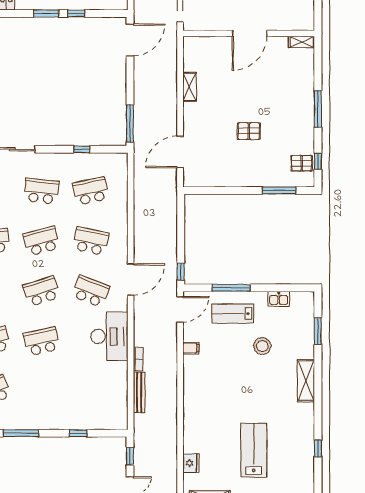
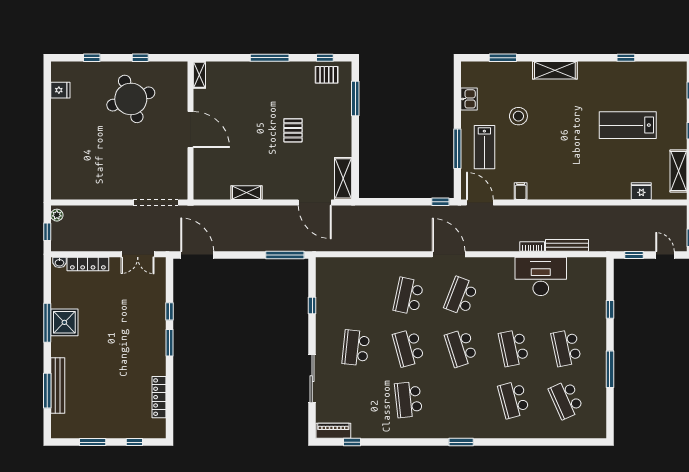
pallet: (302, 163) -> (327, 75), turned 90
shelving: (203, 179) -> (343, 178), added
school desk: (91, 191) -> (566, 348), moved
desk: (110, 336) -> (541, 276), moved

